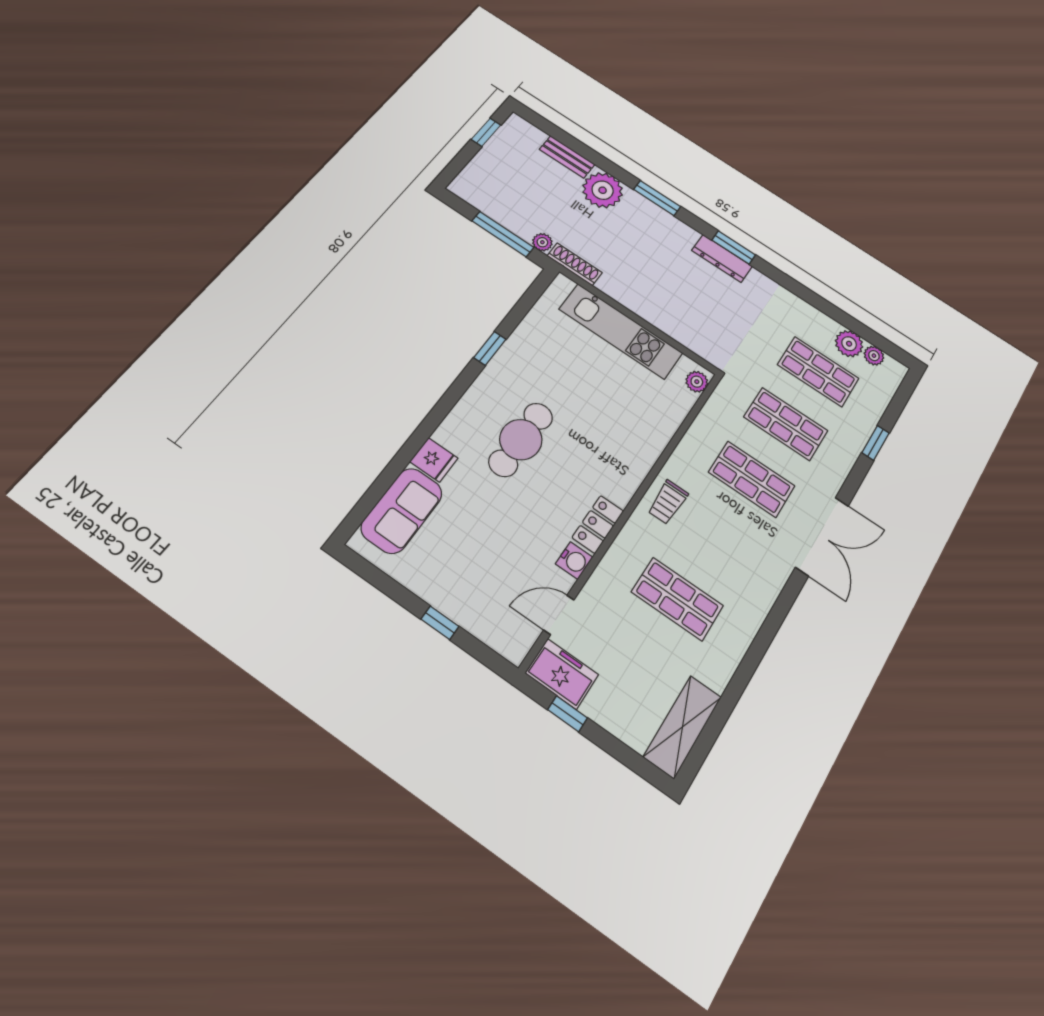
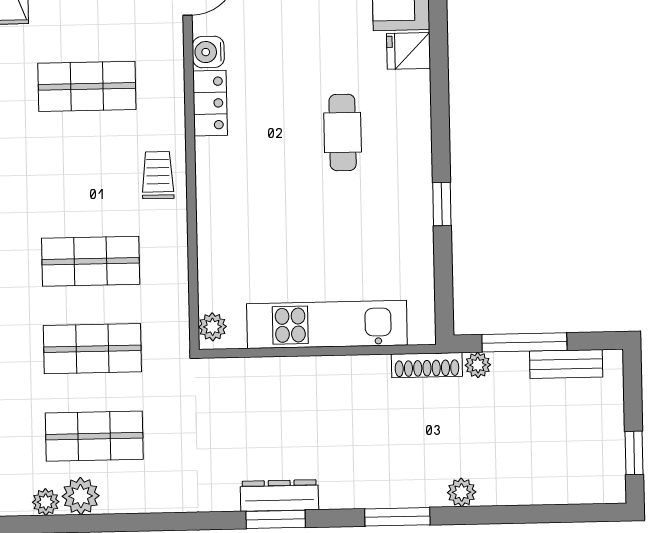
bench: (567, 157) -> (566, 364), moved
plant: (603, 190) -> (462, 492), width x0.53, depth x0.53
cafe table: (521, 440) -> (343, 132), width x0.73, depth x0.74

